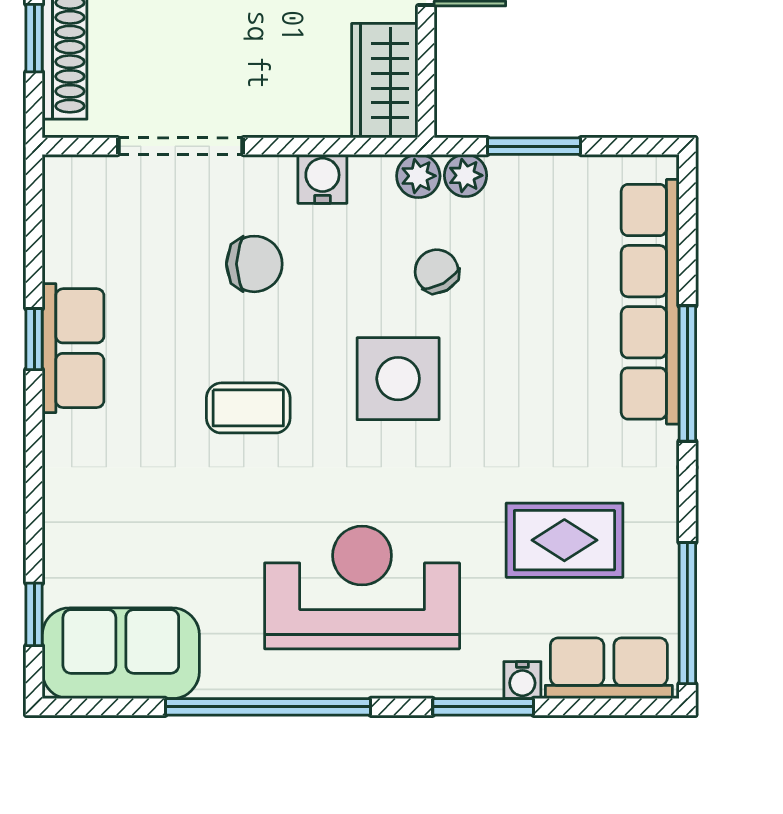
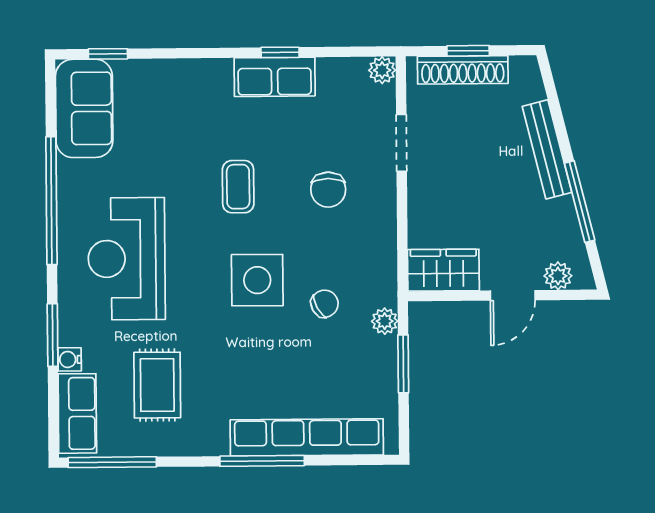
doorway: (180, 146) -> (401, 143), width x0.73
plant: (418, 176) -> (382, 70), moved
water cooler: (322, 179) -> (382, 232), removed
reception desk: (362, 587) -> (127, 259), turned 180

